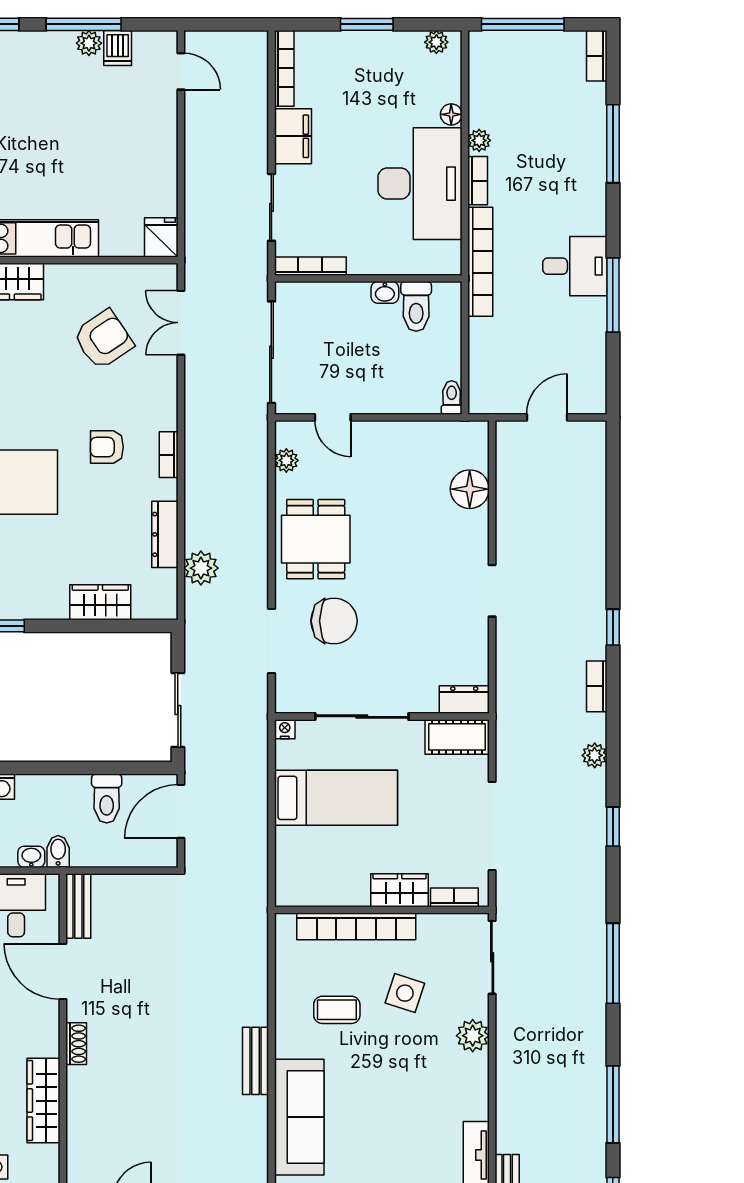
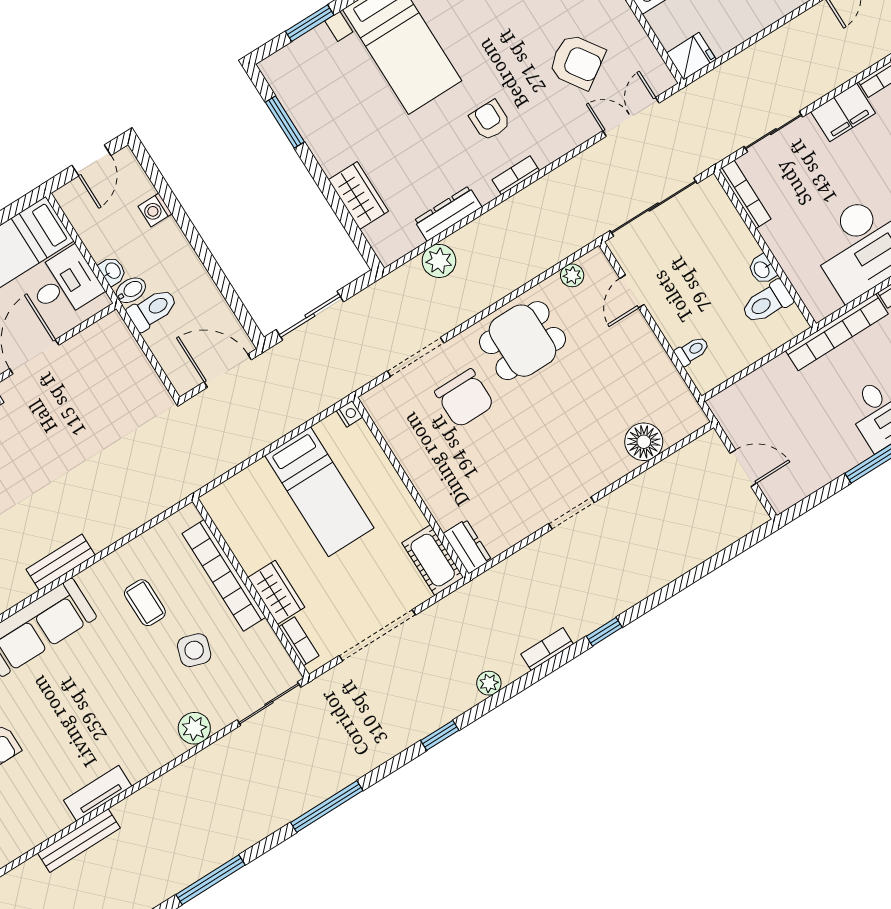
toilet: (452, 398) -> (692, 351), moved
sliding door: (362, 717) -> (400, 471), removed
toilet: (107, 798) -> (152, 309), moved, turned 180
bench: (78, 906) -> (96, 335), removed

